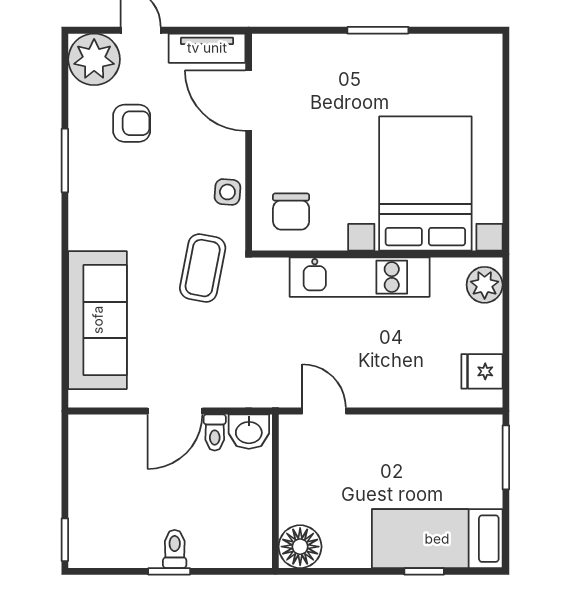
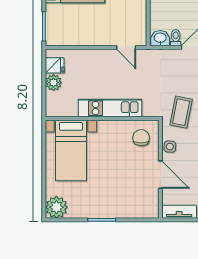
plant: (478, 58) -> (56, 207), added
door: (249, 101) -> (160, 175), moved
bed with nightstands: (425, 184) -> (71, 150), width x0.73
plant: (485, 285) -> (53, 83), moved

